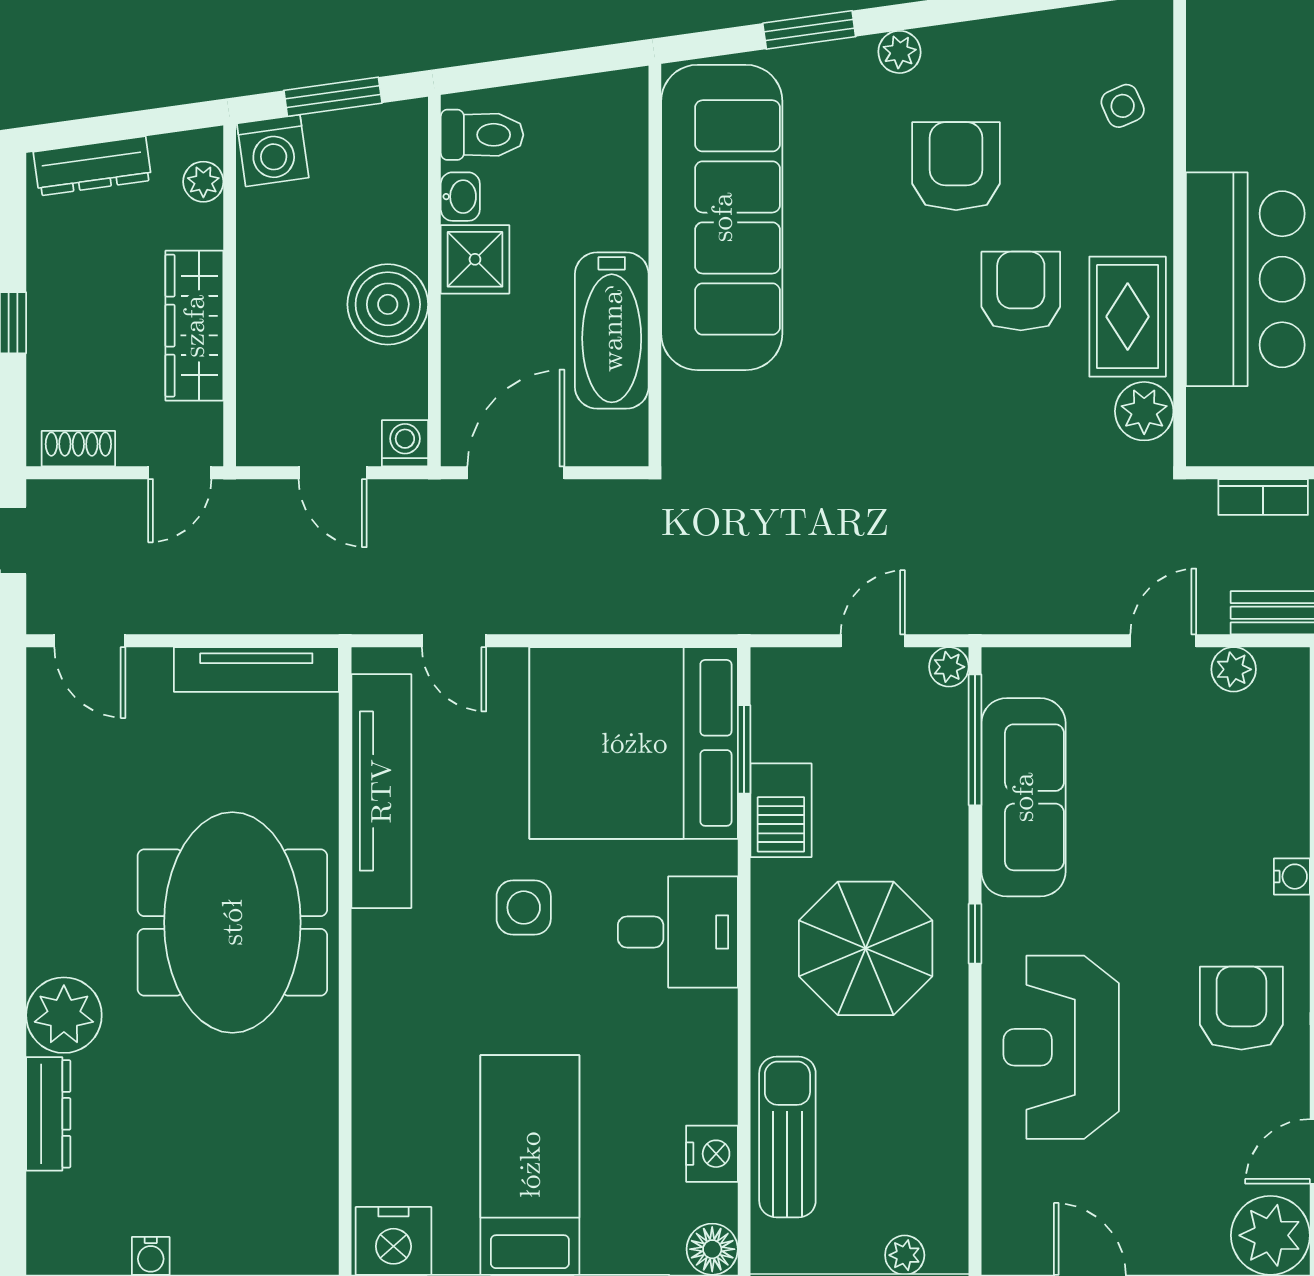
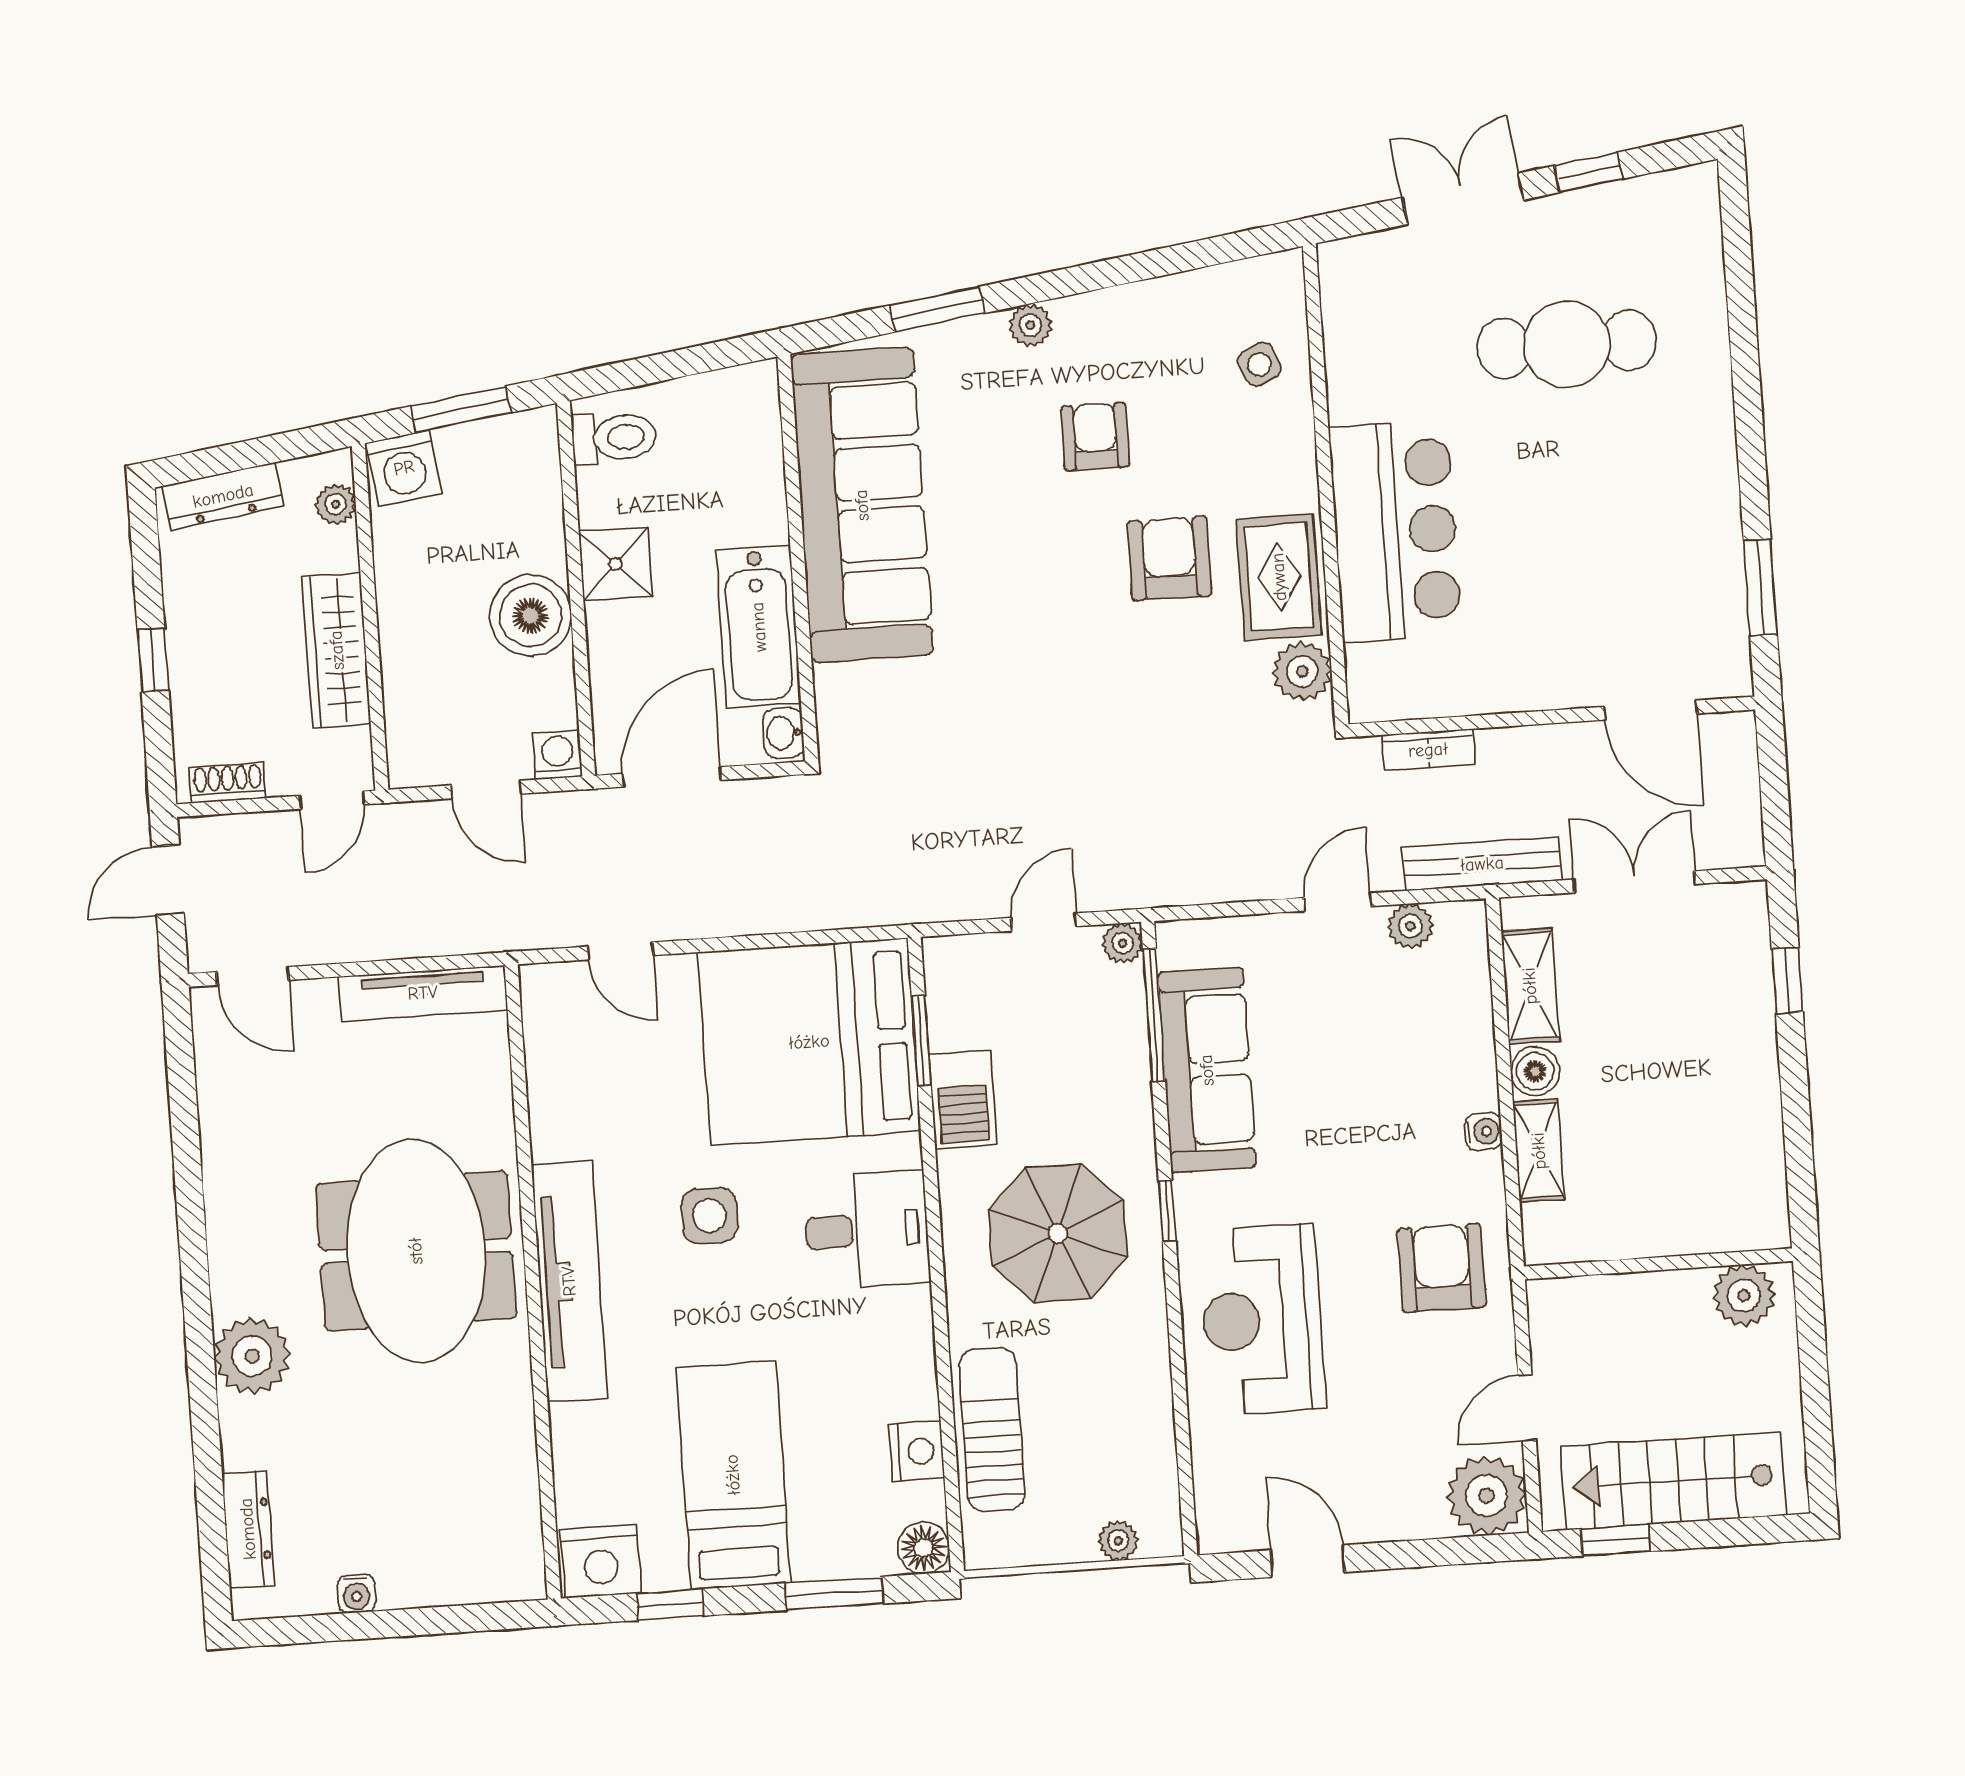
armchair: (956, 166) -> (1095, 437), width x0.72, depth x0.72
washbasin: (460, 197) -> (783, 733), moved, turned 180
tv unit: (381, 791) -> (569, 1281), moved
dresser: (48, 1114) -> (248, 1529), moved

